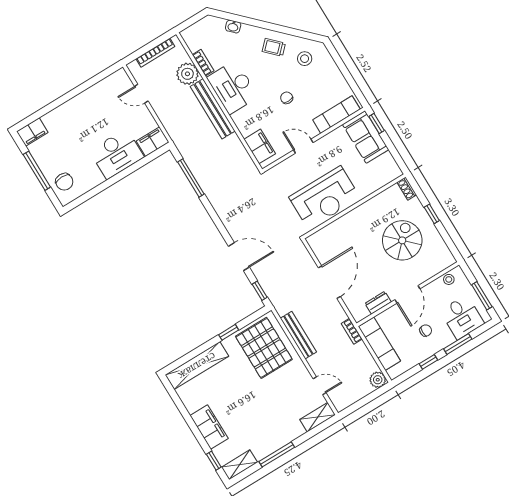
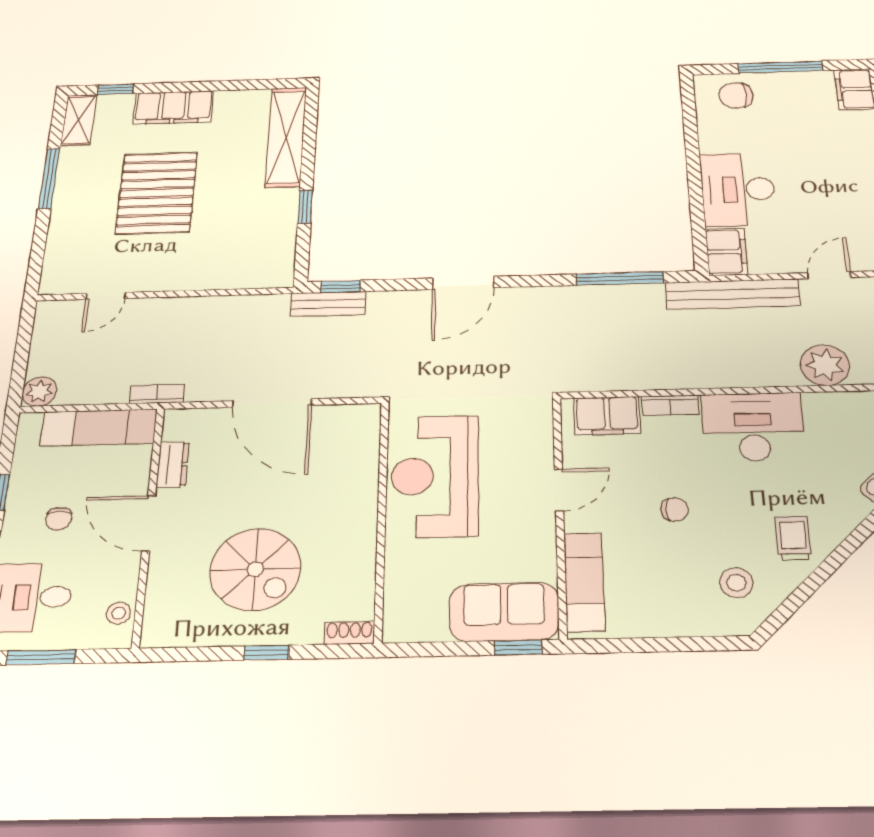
trolley: (274, 47) -> (793, 538), turned -45
bookcase: (203, 63) -> (670, 405), moved
bench: (213, 109) -> (732, 294), moved
door: (239, 257) -> (463, 283), moved
bench: (298, 335) -> (328, 304), moved, width x0.73
pallet: (264, 348) -> (157, 193), moved, turned 90
shelving: (318, 417) -> (57, 267), removed

